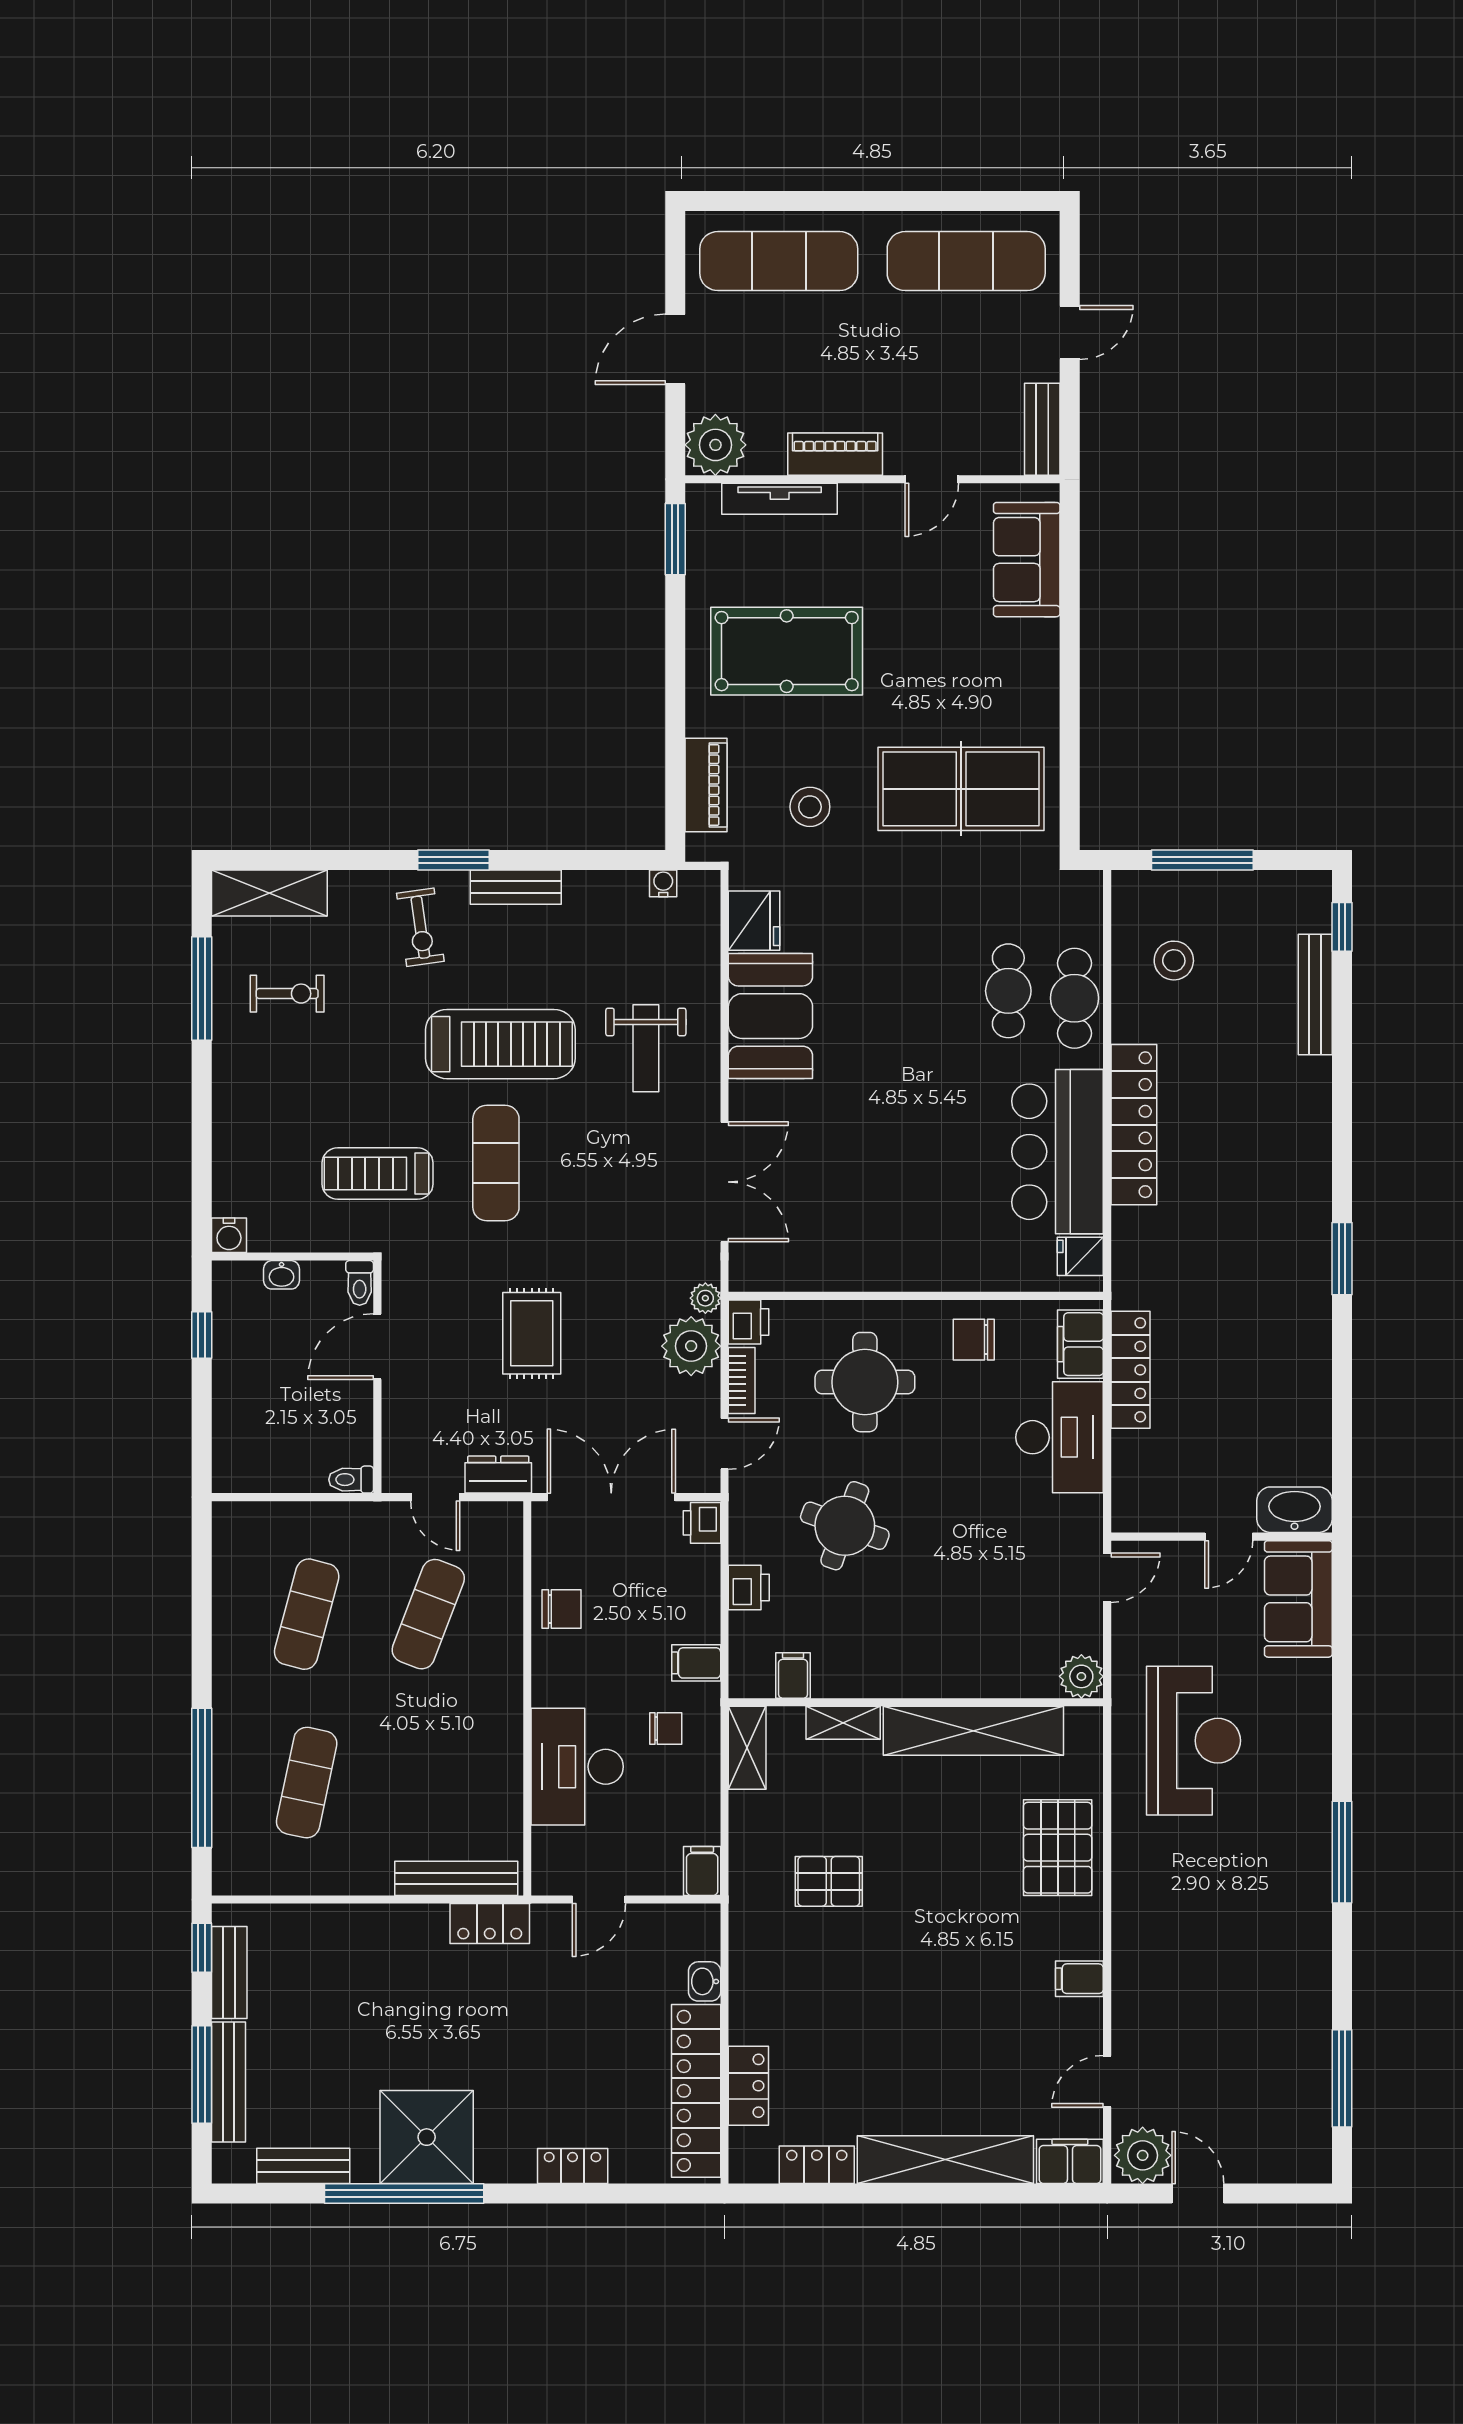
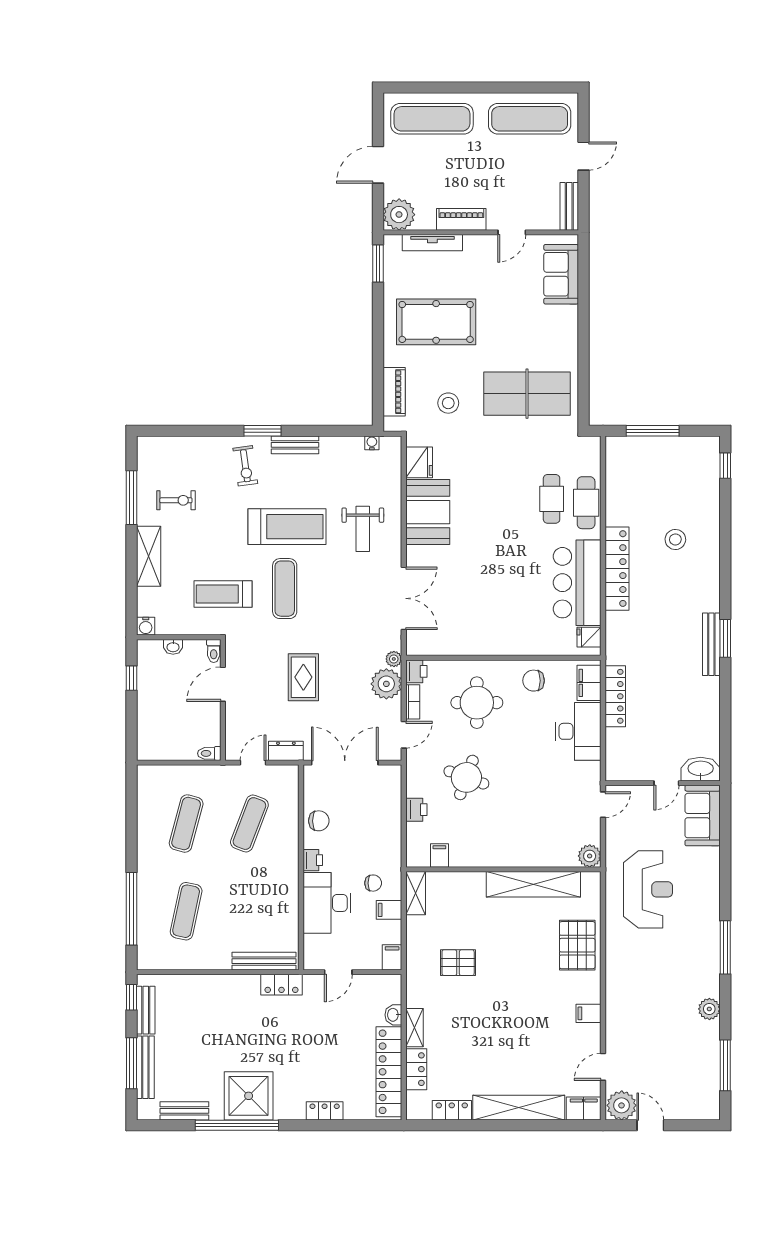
shelving: (269, 893) -> (149, 556), moved, turned 90
stool: (1174, 961) -> (675, 539), moved
bench: (1315, 994) -> (711, 644), moved
door: (435, 1497) -> (253, 763), swing flipped
printer: (702, 1523) -> (313, 860), moved, turned 180
filing cabinet: (696, 1663) -> (389, 910), moved
shelving: (843, 1723) -> (414, 1028), moved, turned 90
plant: (1311, 1970) -> (709, 1009), added

